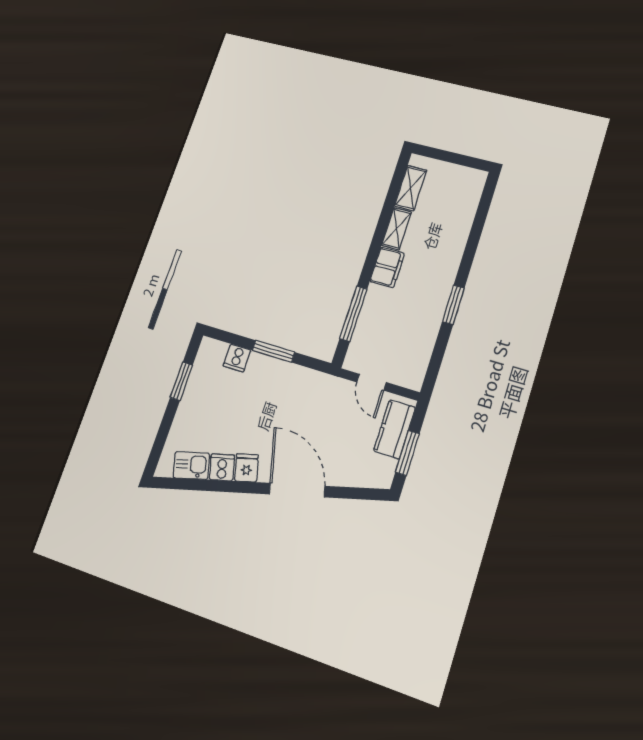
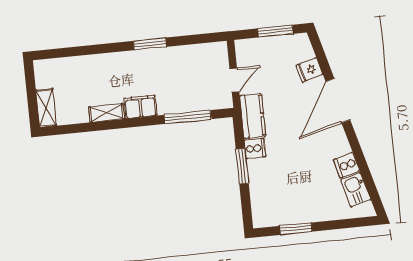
shelving: (411, 188) -> (46, 108), moved, turned 90
cooker: (237, 358) -> (255, 148), moved
kitchen counter: (394, 429) -> (253, 116), moved, turned -90
fridge: (246, 468) -> (310, 70), moved

